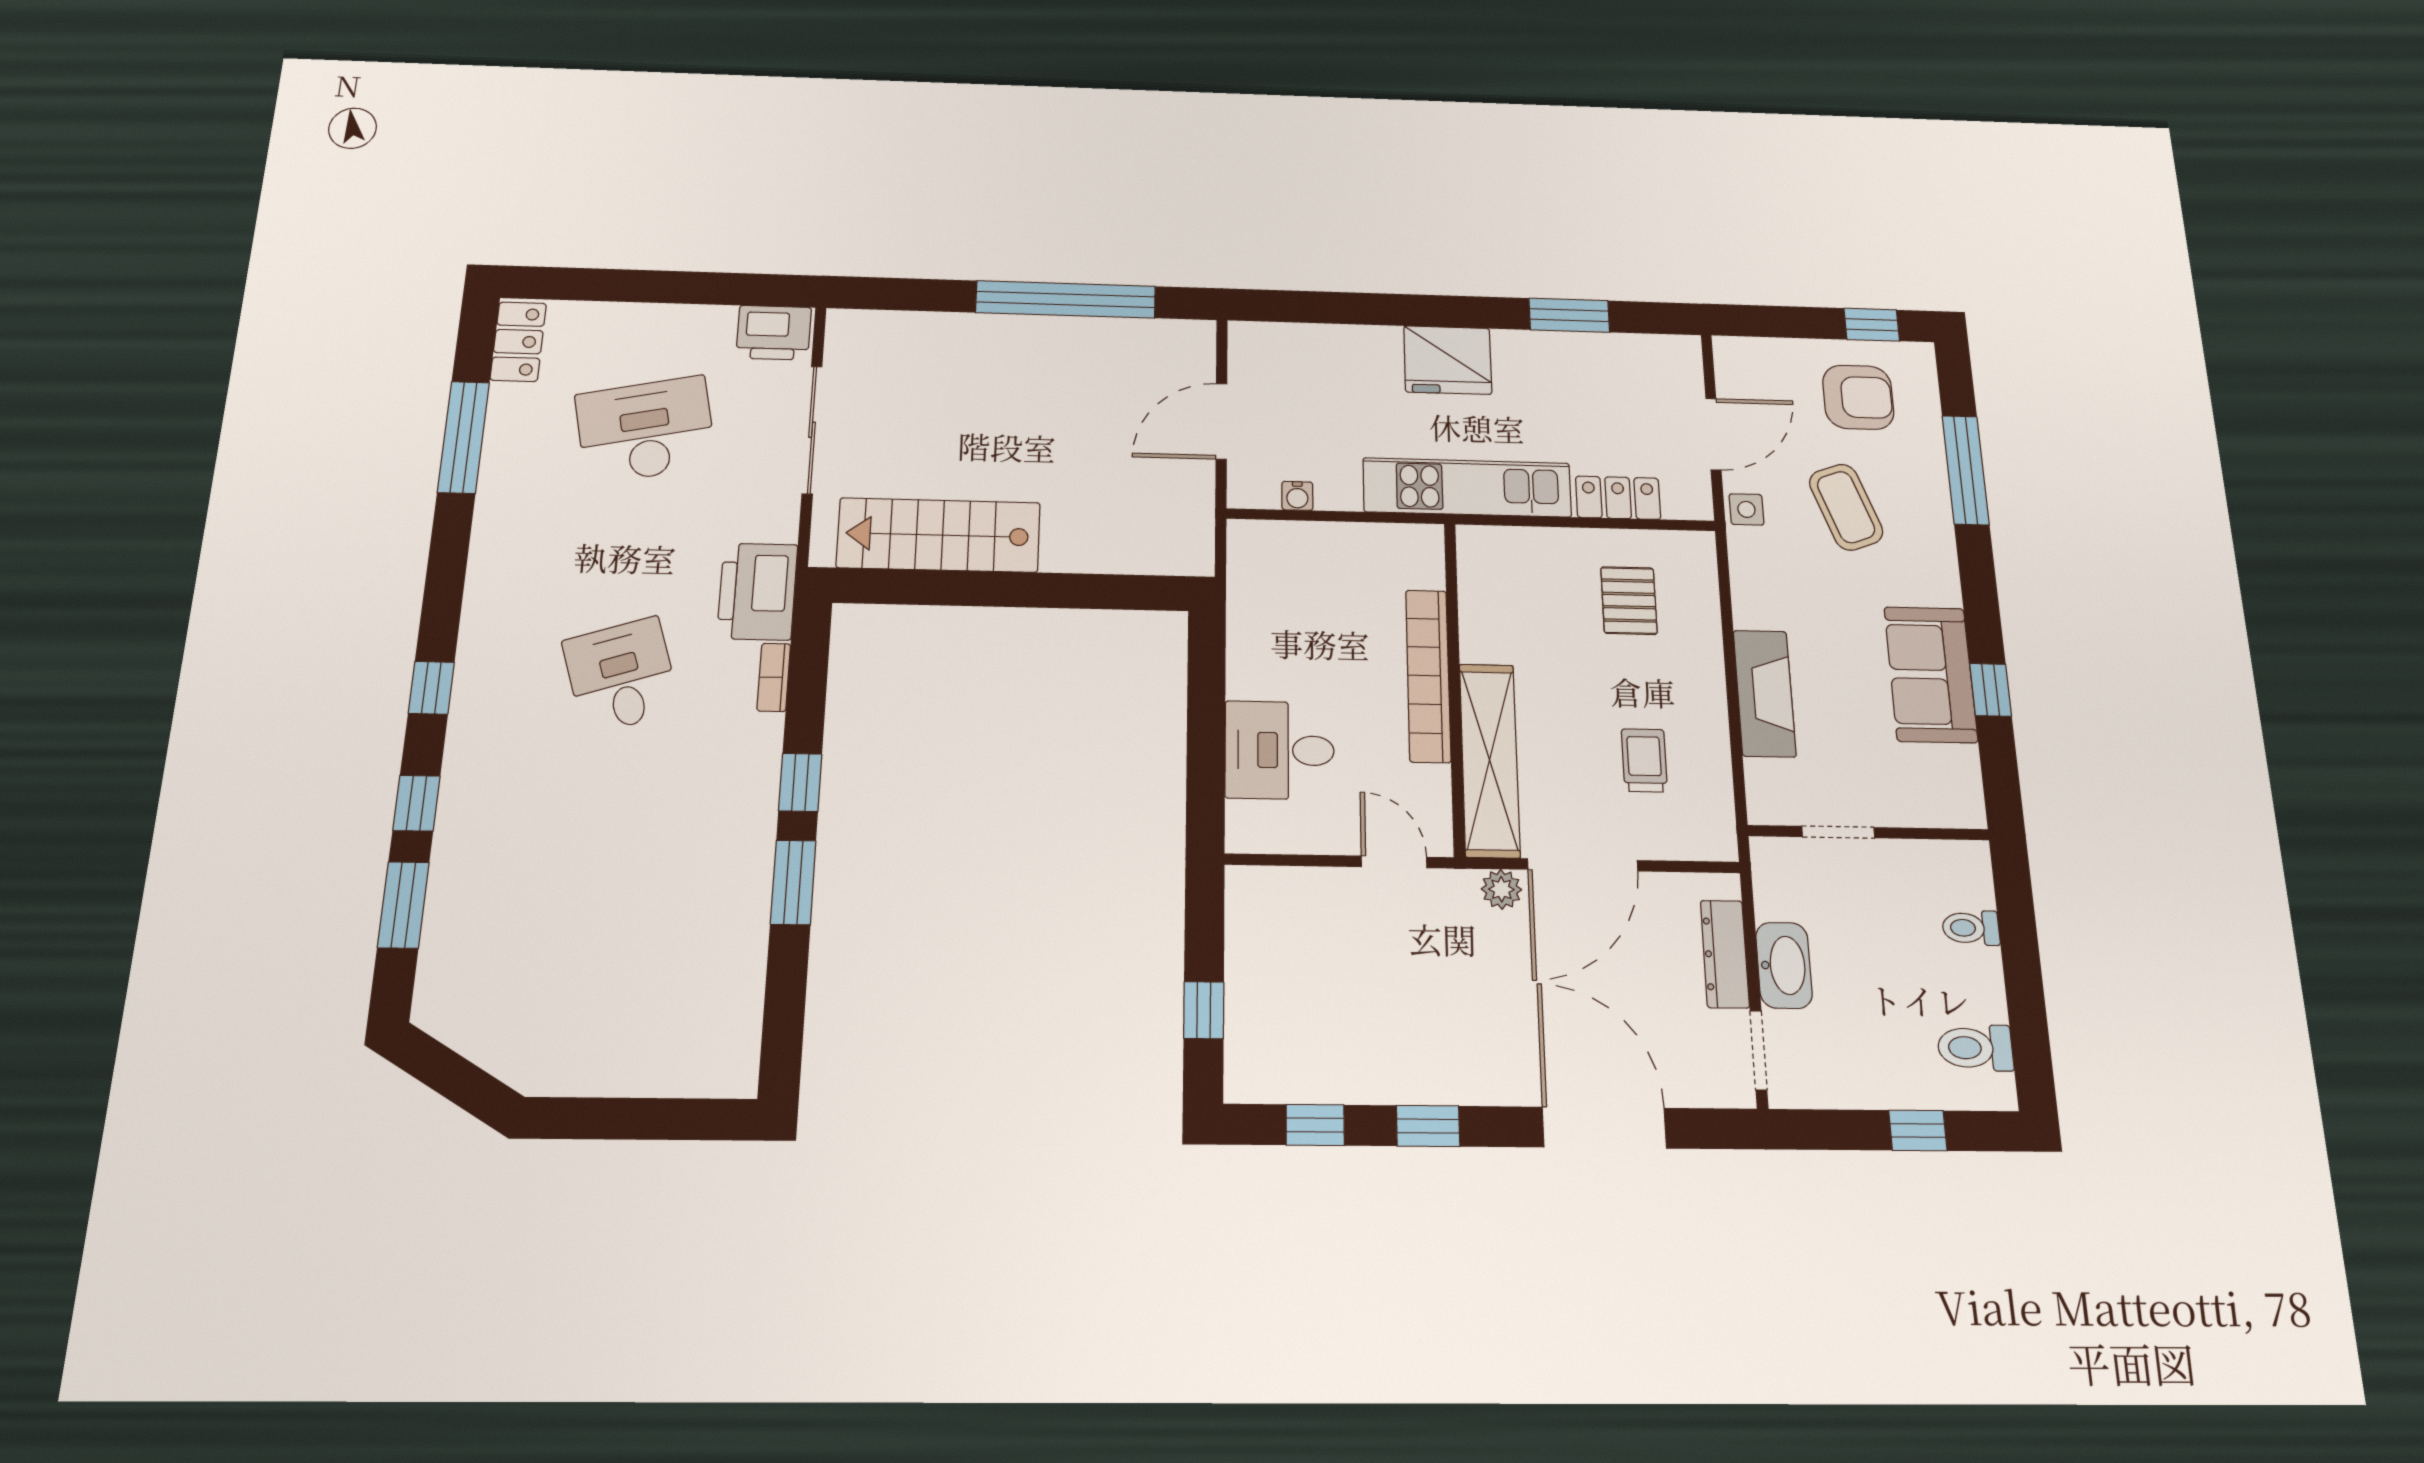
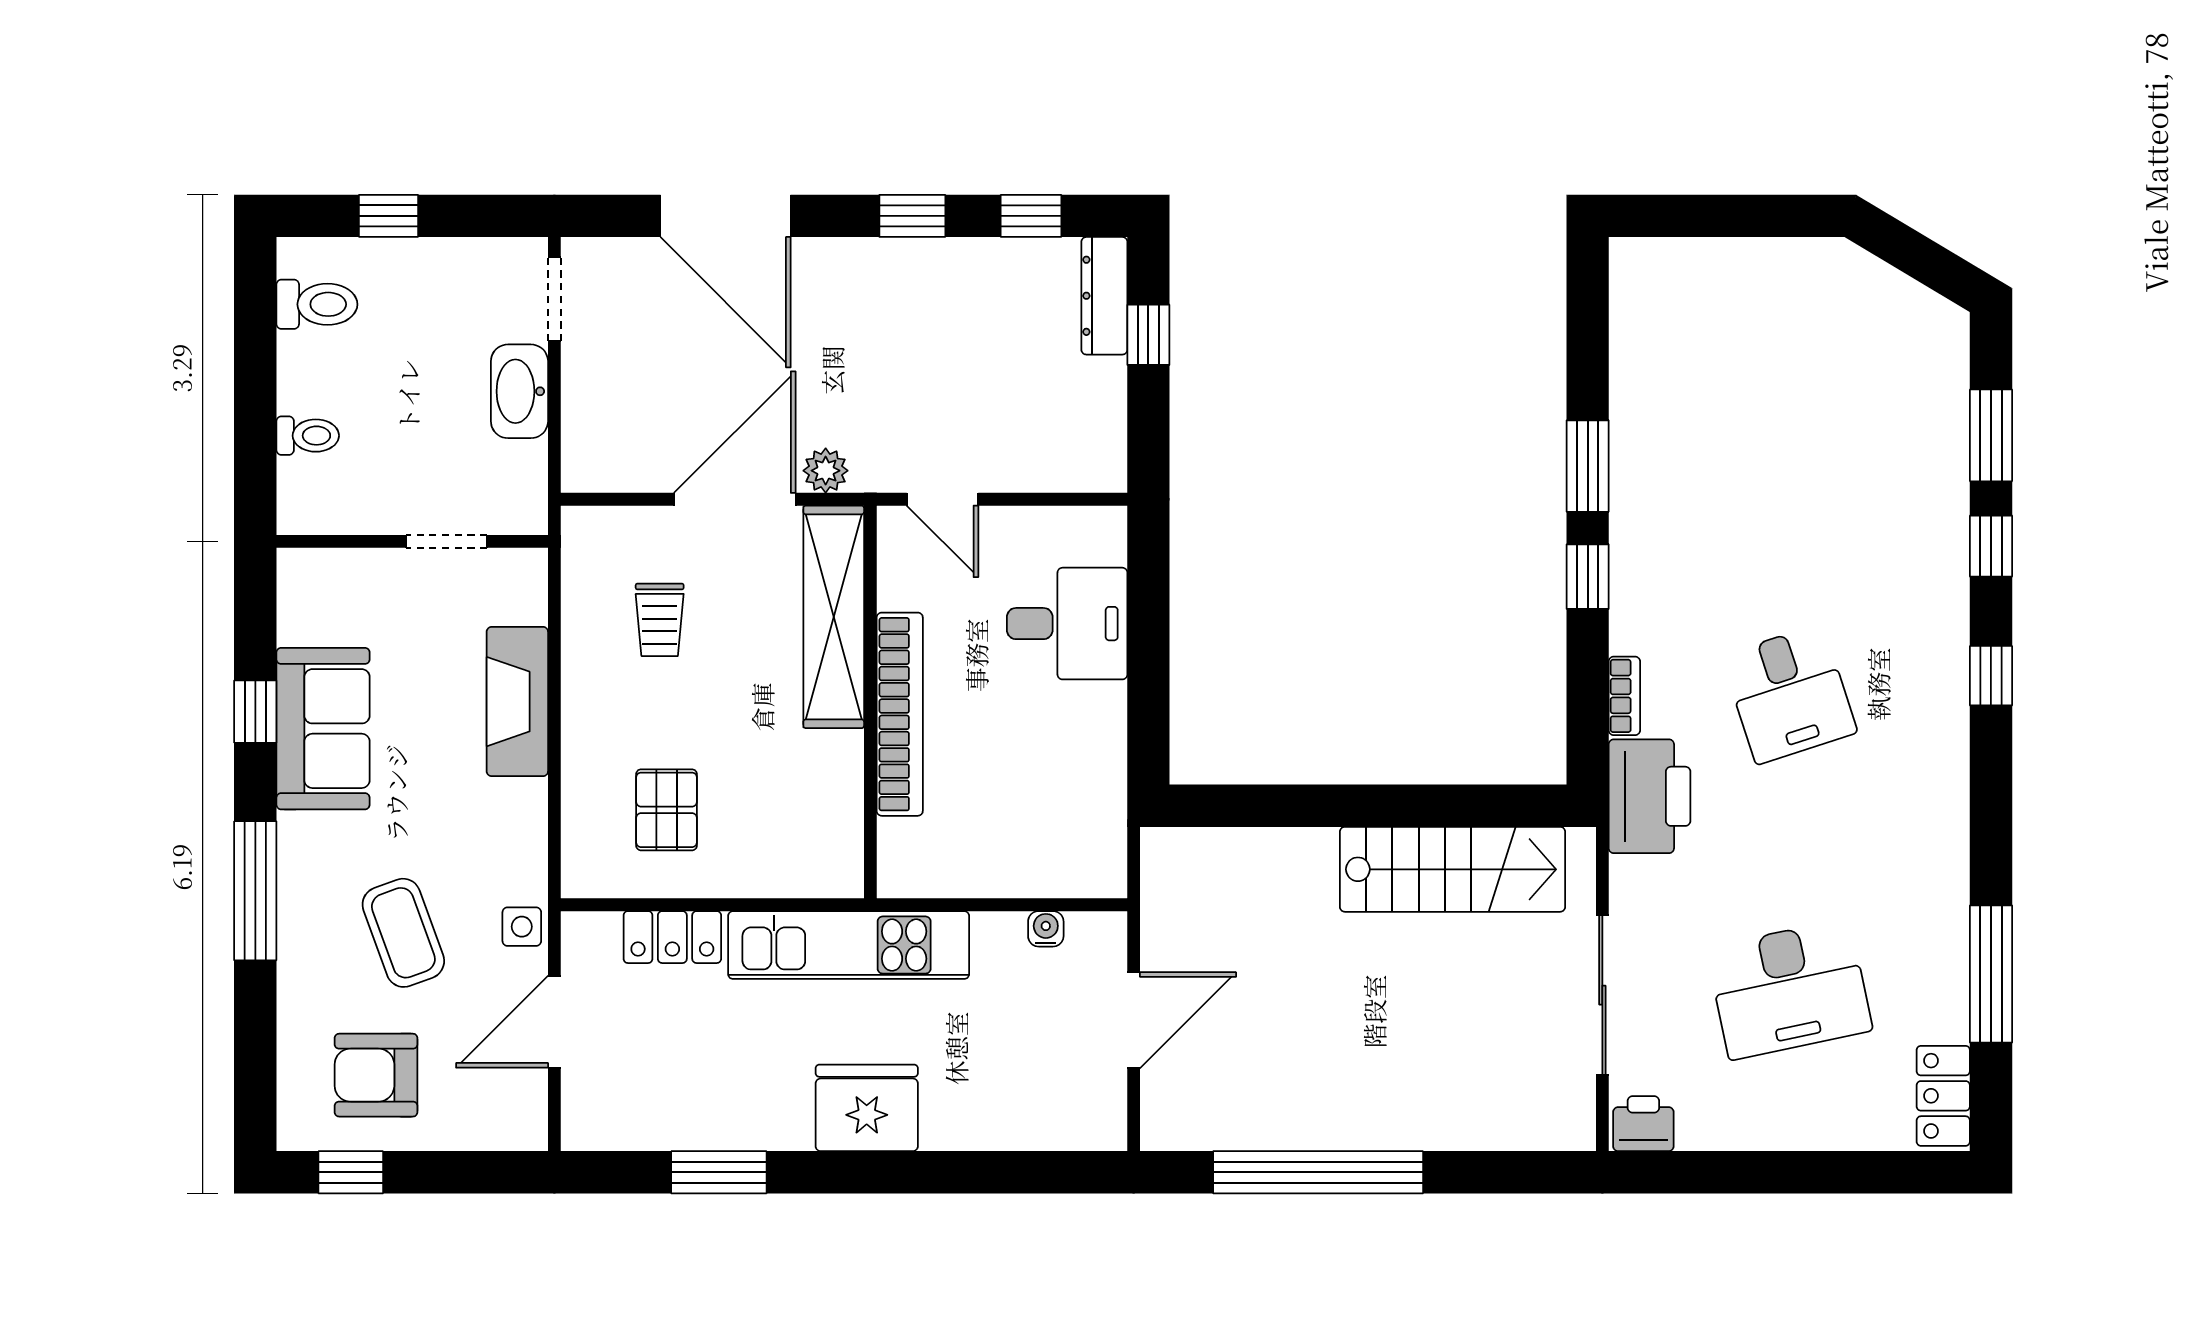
printer: (774, 333) -> (1643, 1124), width x0.73, depth x0.81
window: (1966, 470) -> (255, 891), moved
dresser: (1725, 954) -> (1104, 296), moved, turned 180

